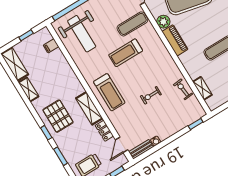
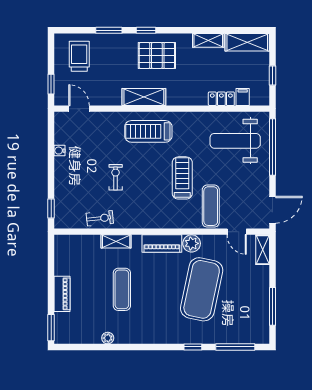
shelving: (202, 88) -> (116, 241), moved
locker: (104, 131) -> (221, 99), moved
bench: (141, 149) -> (60, 128), removed

